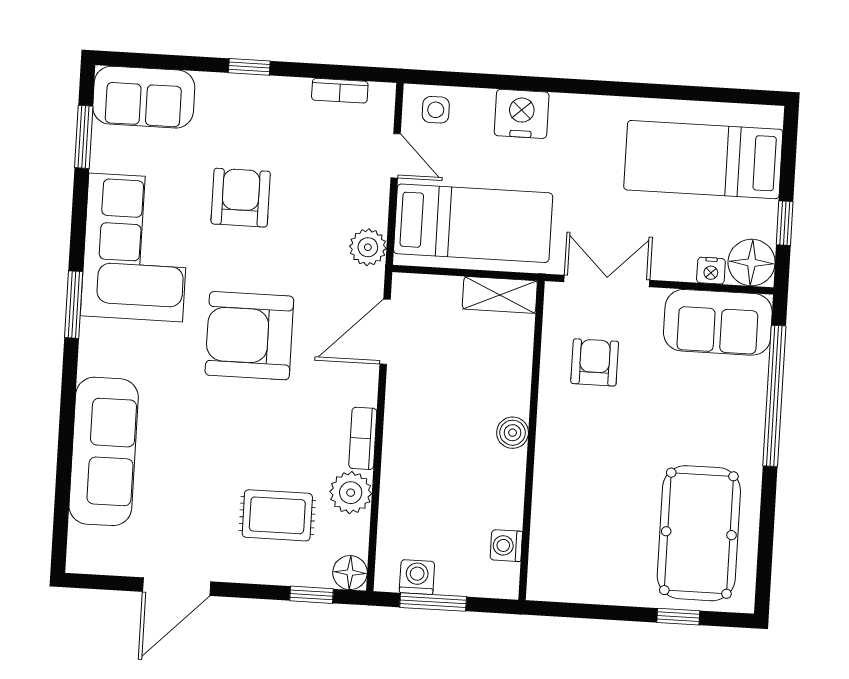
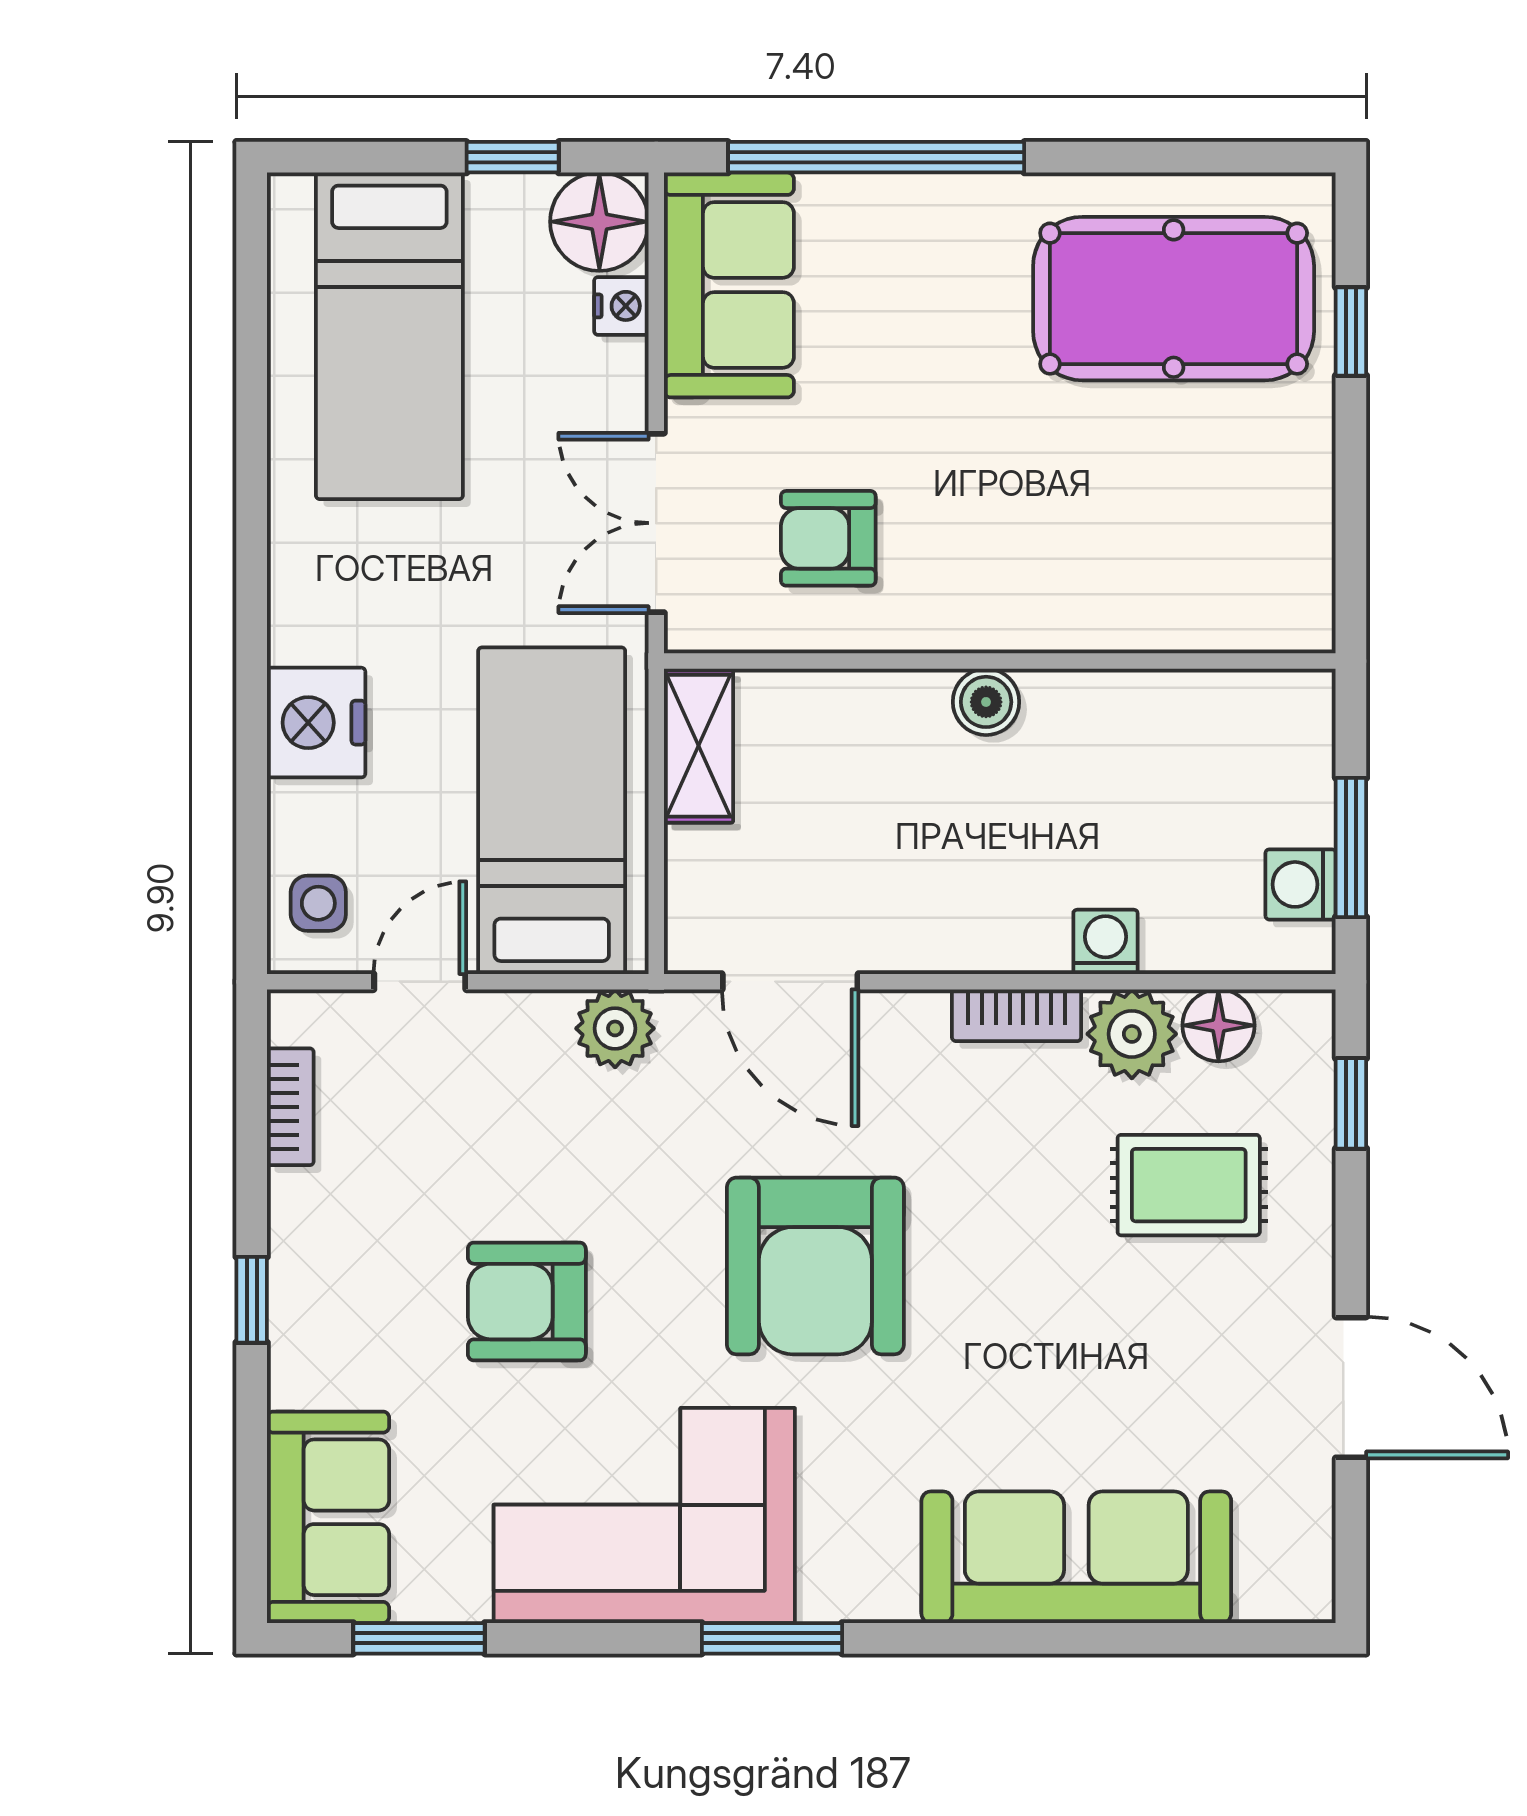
rug: (277, 515) -> (1189, 1185), turned 90
washing machine: (506, 546) -> (1105, 942), moved, turned 180
floor lamp: (350, 573) -> (1218, 1025), moved

